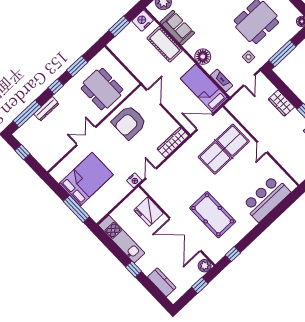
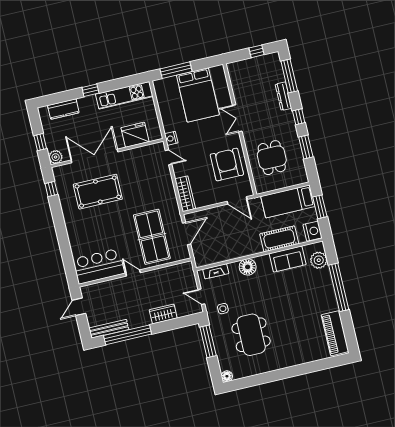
bed: (204, 88) -> (288, 201), moved, turned 180
dining table: (102, 89) -> (272, 158), width x0.73
double door: (86, 136) -> (237, 118), swing flipped
bar counter: (266, 199) -> (99, 266), moved, turned -90

